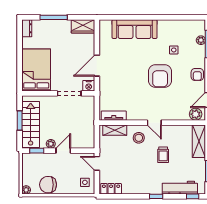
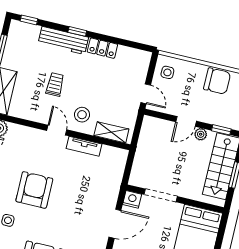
tv unit: (114, 116) -> (84, 146), moved
workbench: (180, 188) -> (63, 40), moved
locker: (111, 189) -> (102, 48), moved

